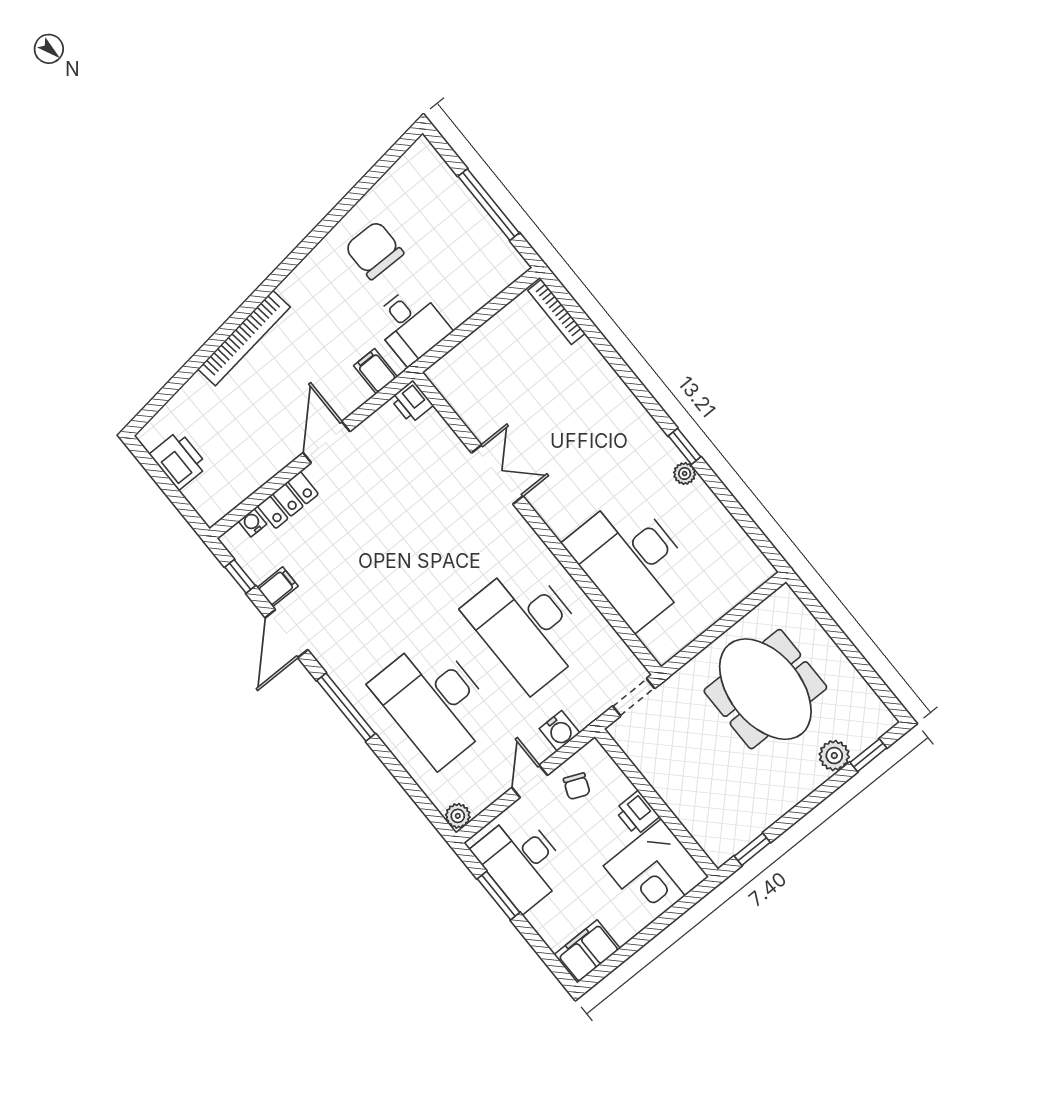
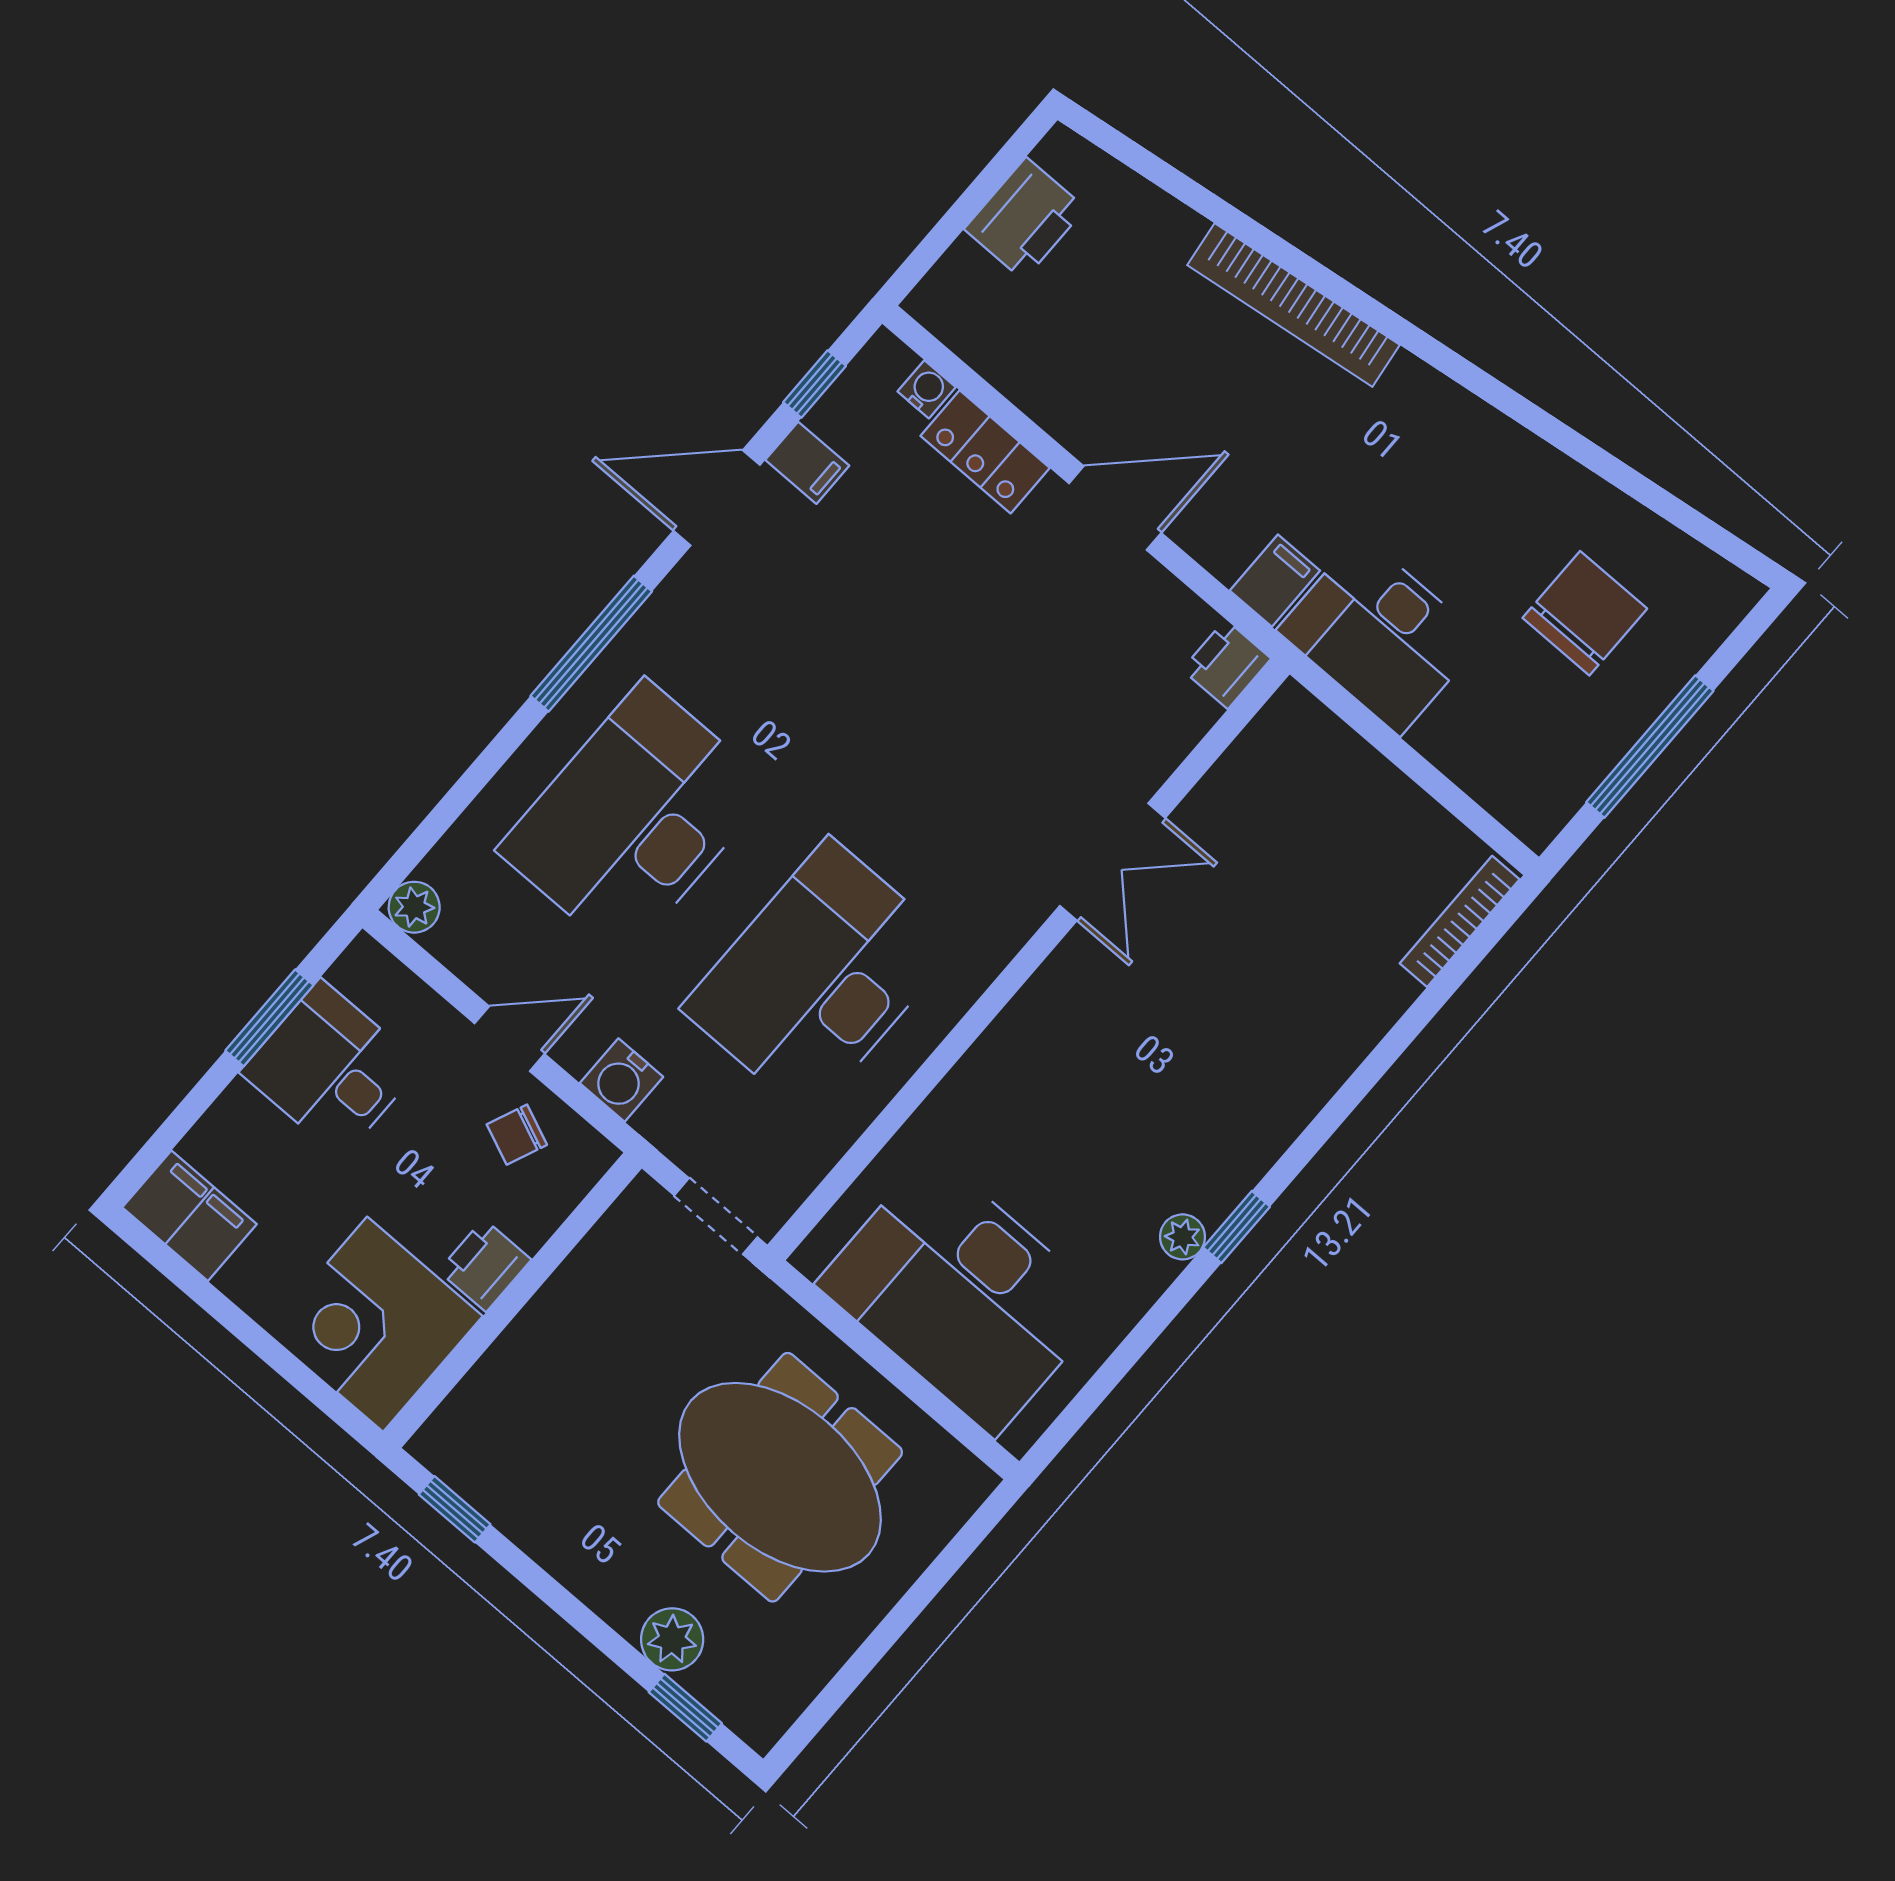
chair: (374, 250) -> (1585, 613), moved
desk: (411, 325) -> (1380, 635), width x1.37
desk: (632, 561) -> (962, 1294), moved, turned -90
meeting table: (765, 689) -> (780, 1477), turned 90
desk: (521, 861) -> (331, 1069), width x0.73

